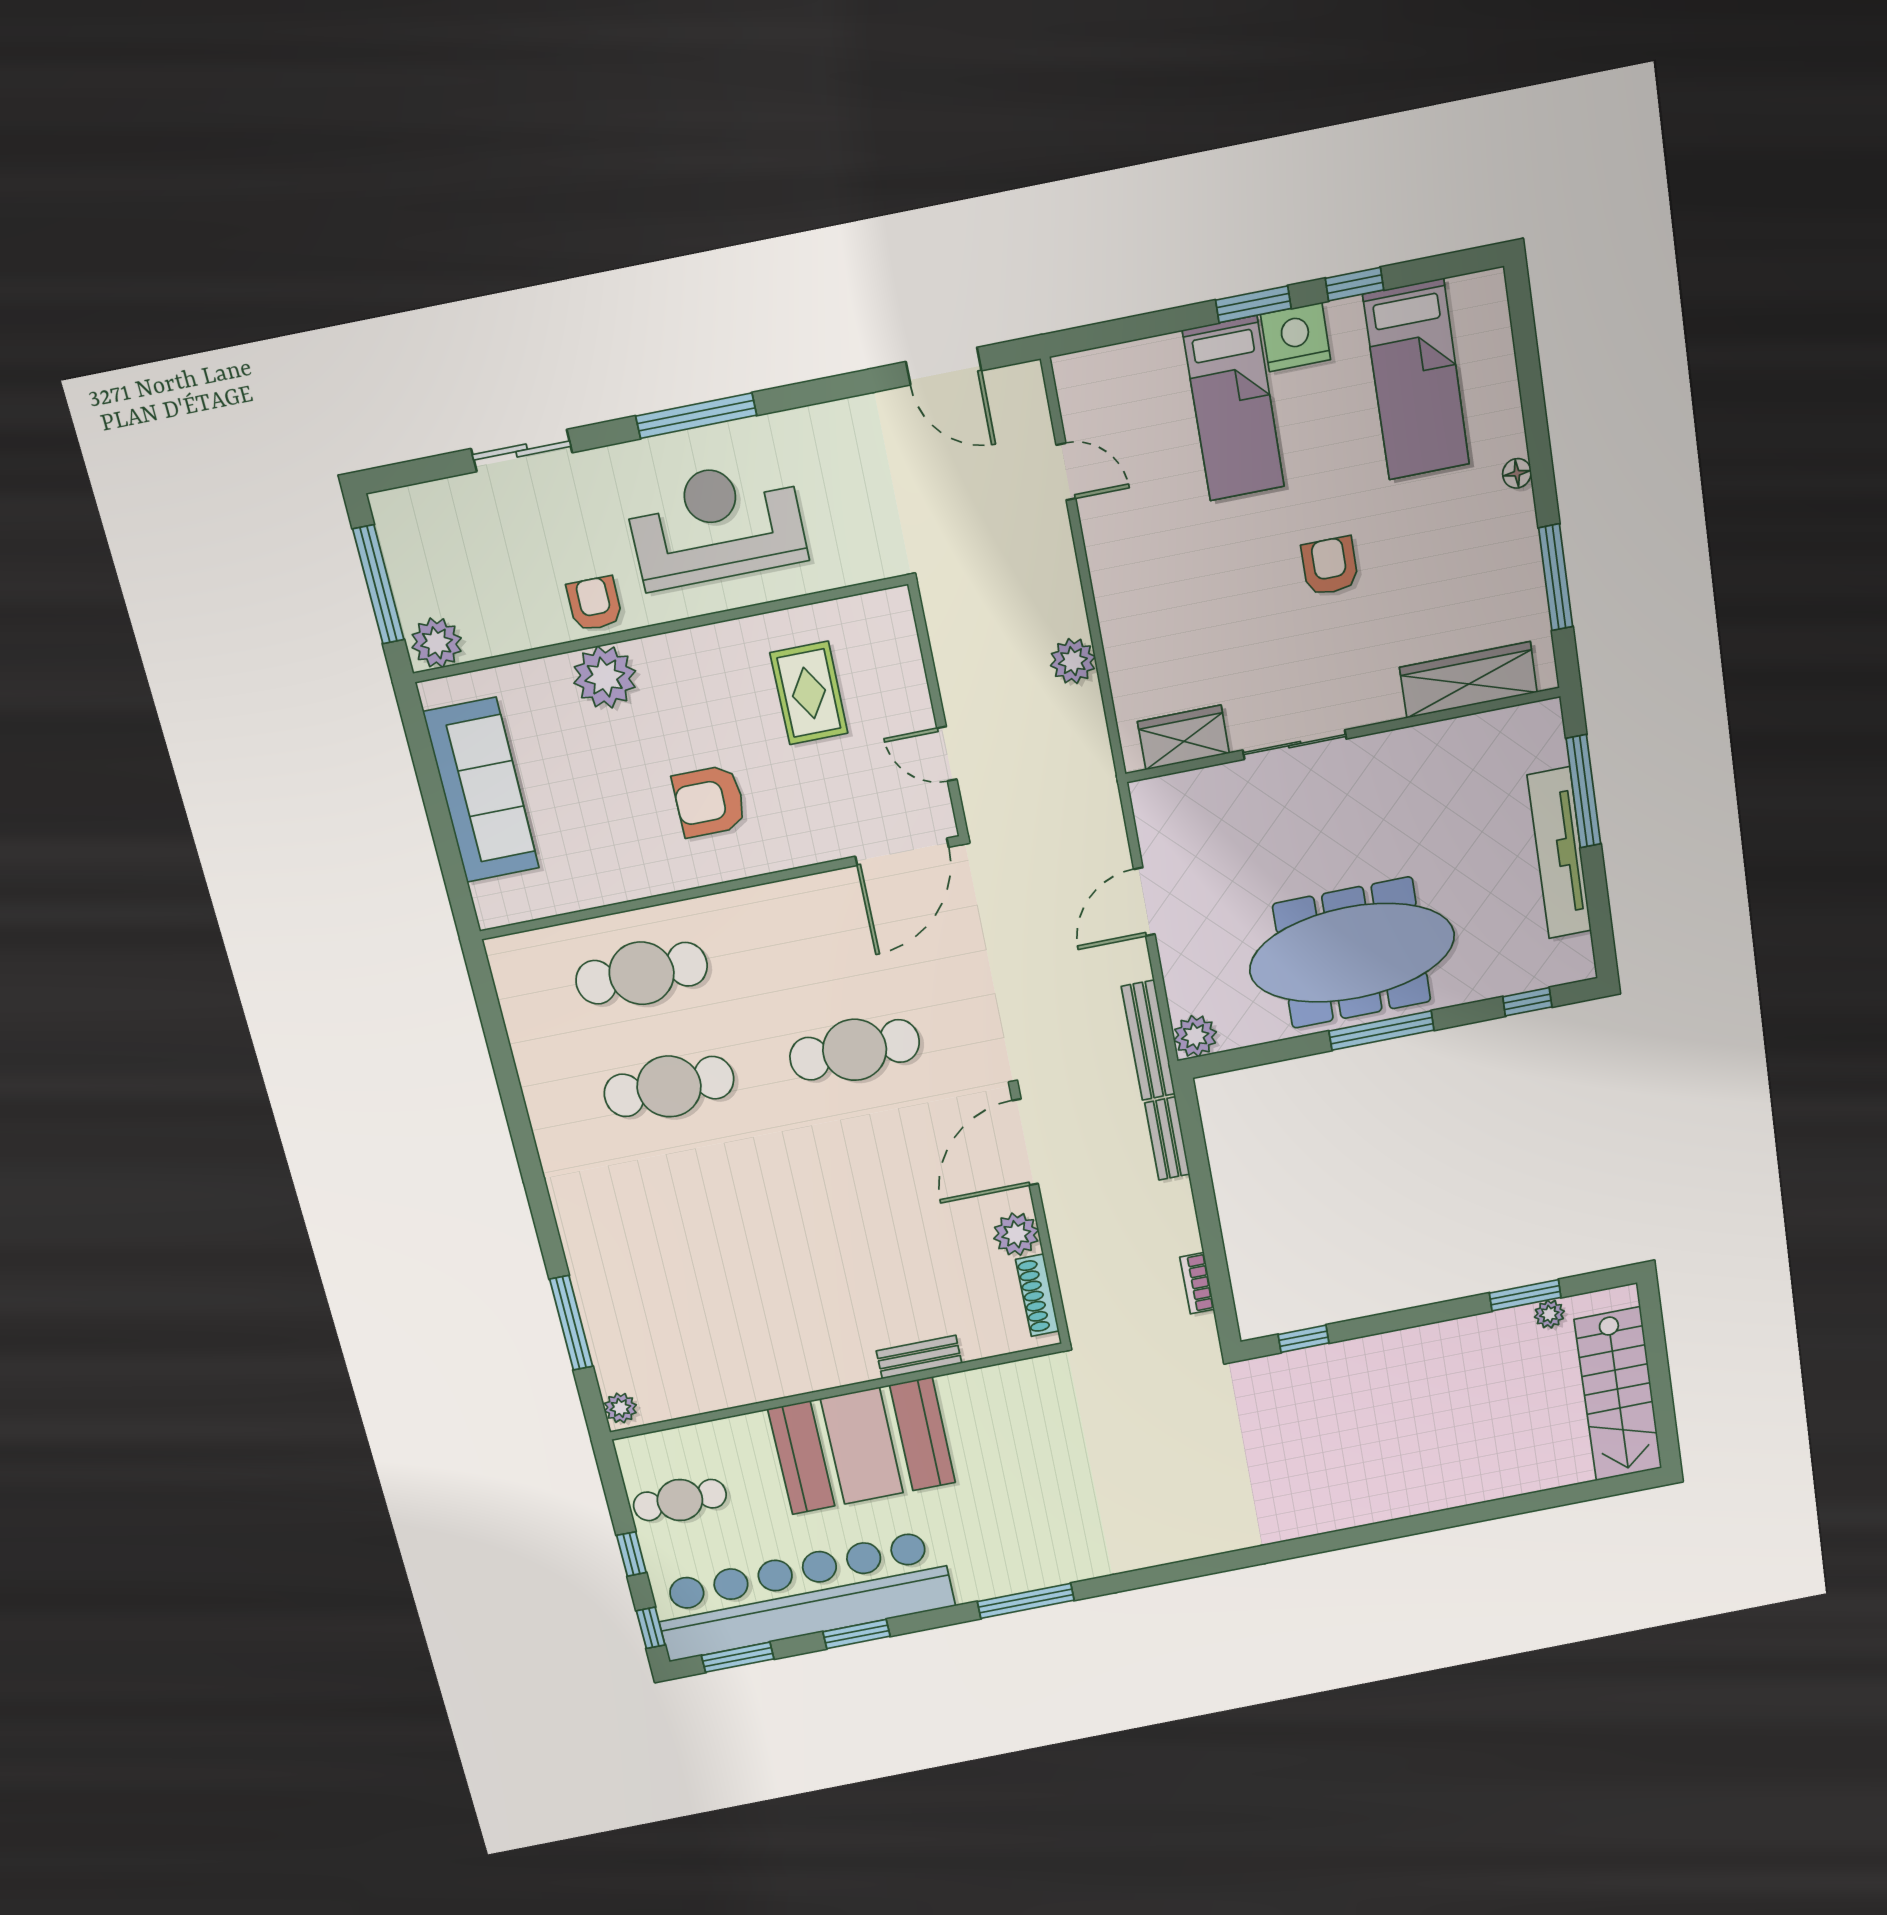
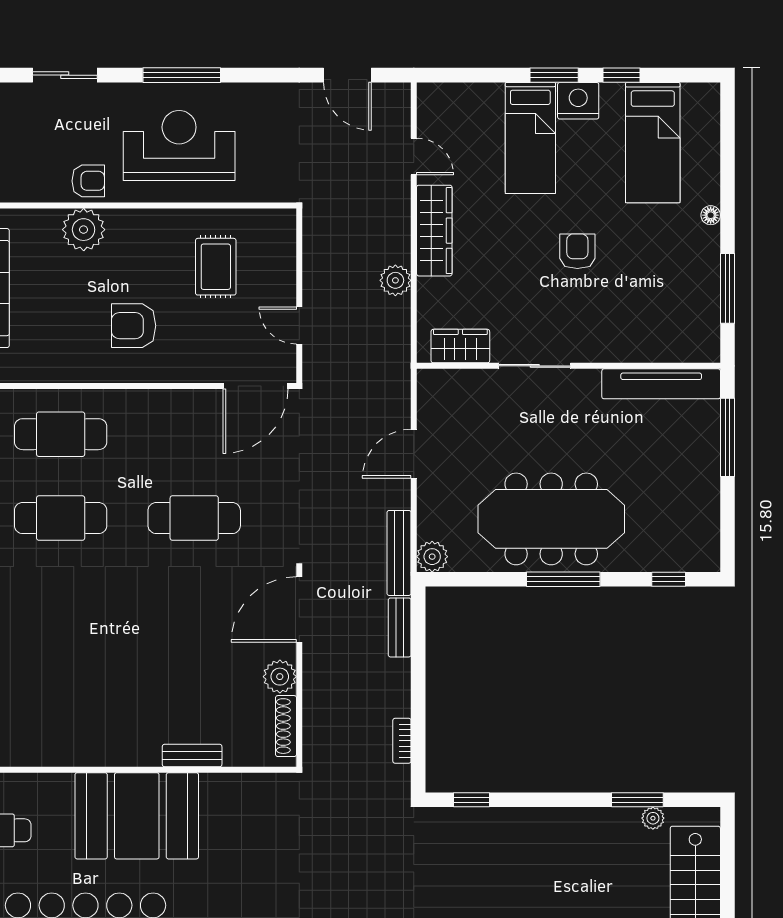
armchair: (595, 604) -> (88, 181), turned 90
wardrobe: (1468, 680) -> (434, 231), moved, turned 90
tv unit: (1559, 853) -> (661, 384), moved, turned -90

